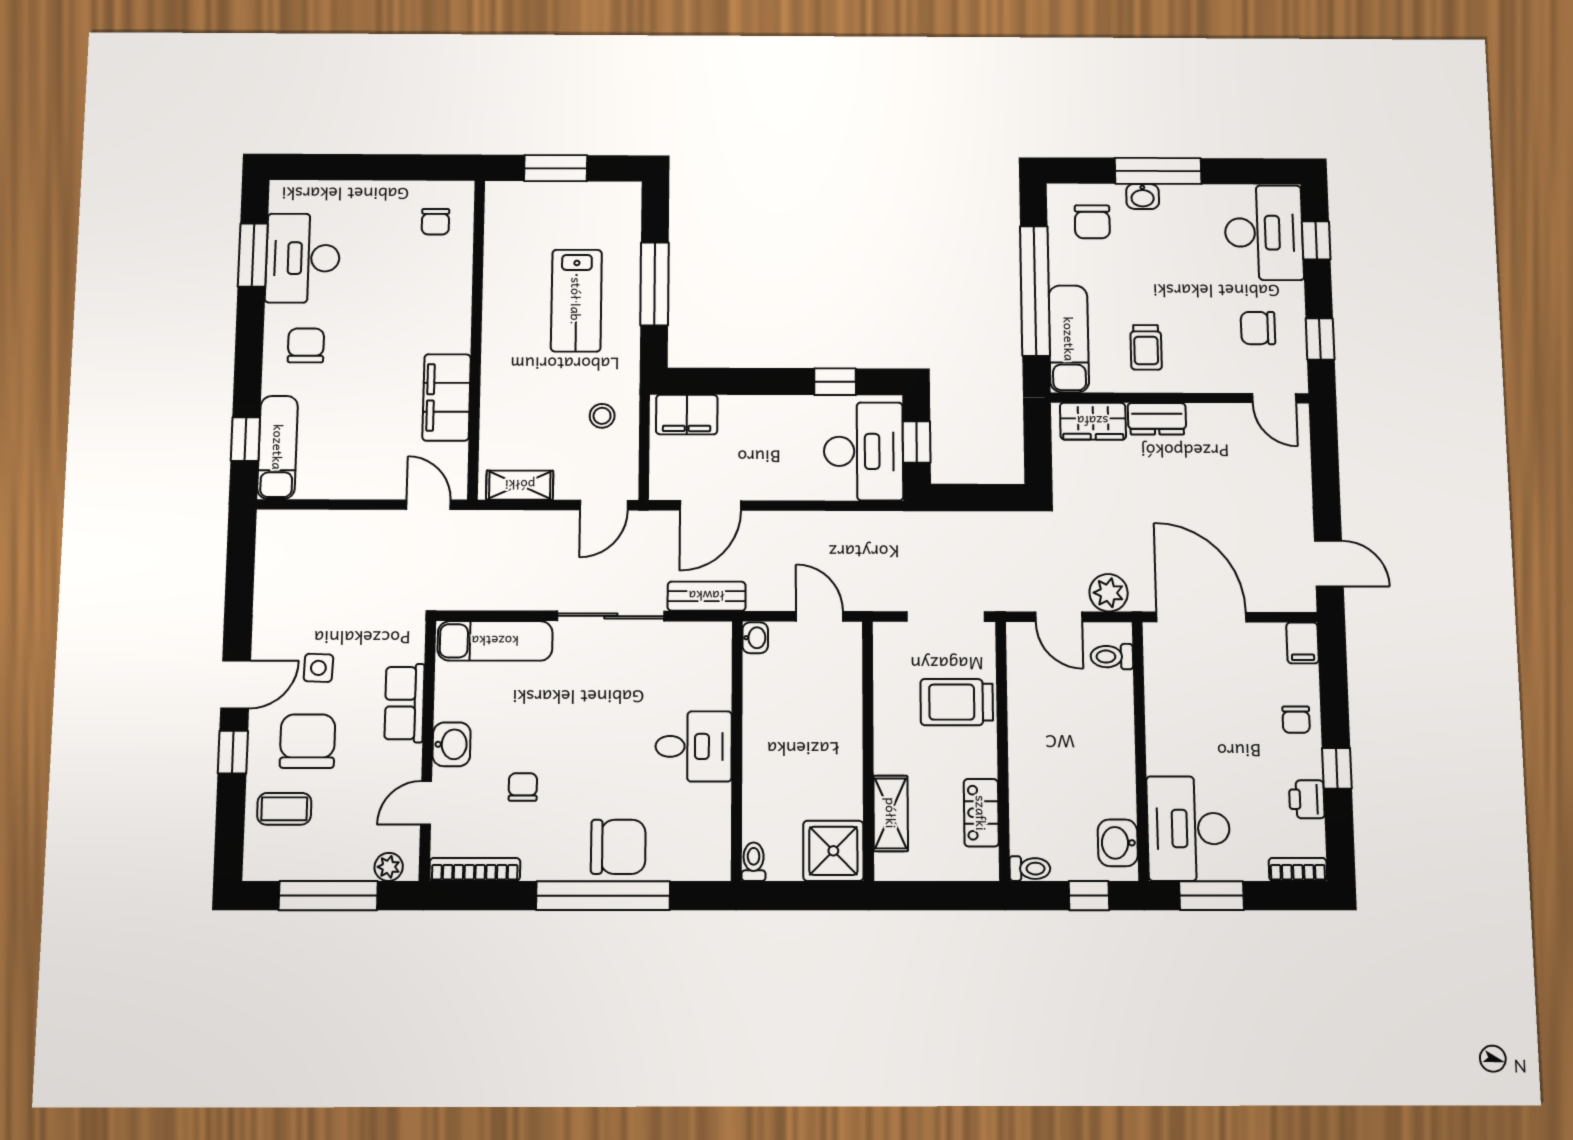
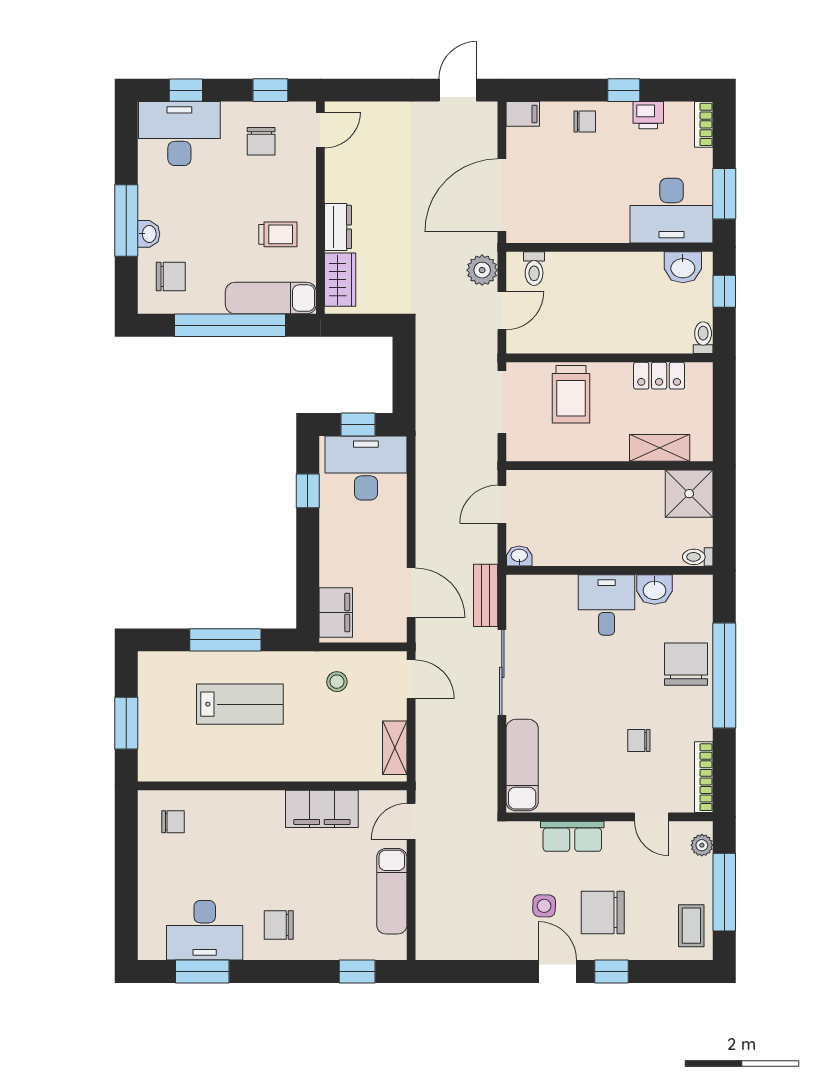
exam couch: (278, 447) -> (392, 891), moved, turned -90
washbasin: (452, 744) -> (654, 590), moved, turned 180
coffee table: (284, 809) -> (691, 926), moved

